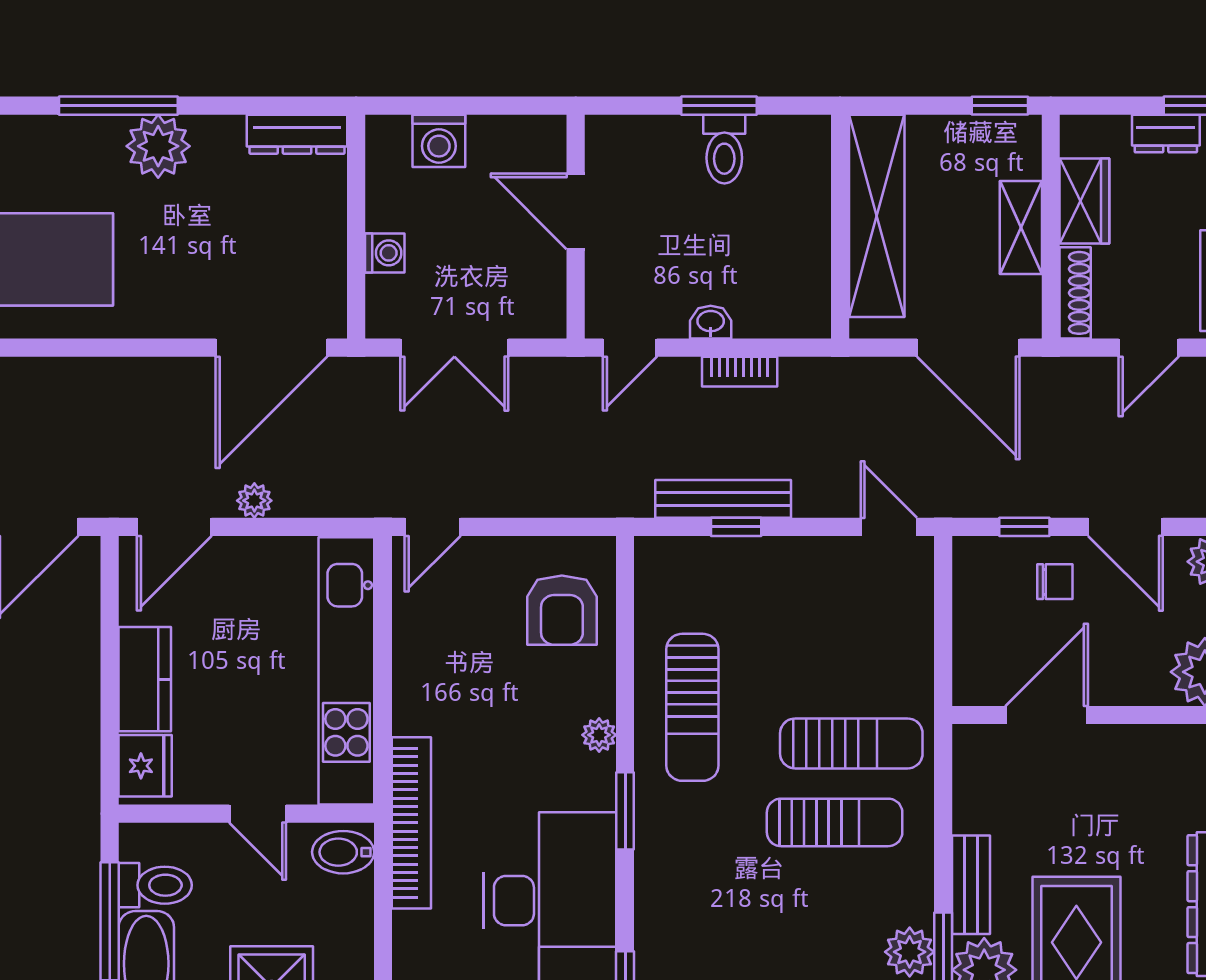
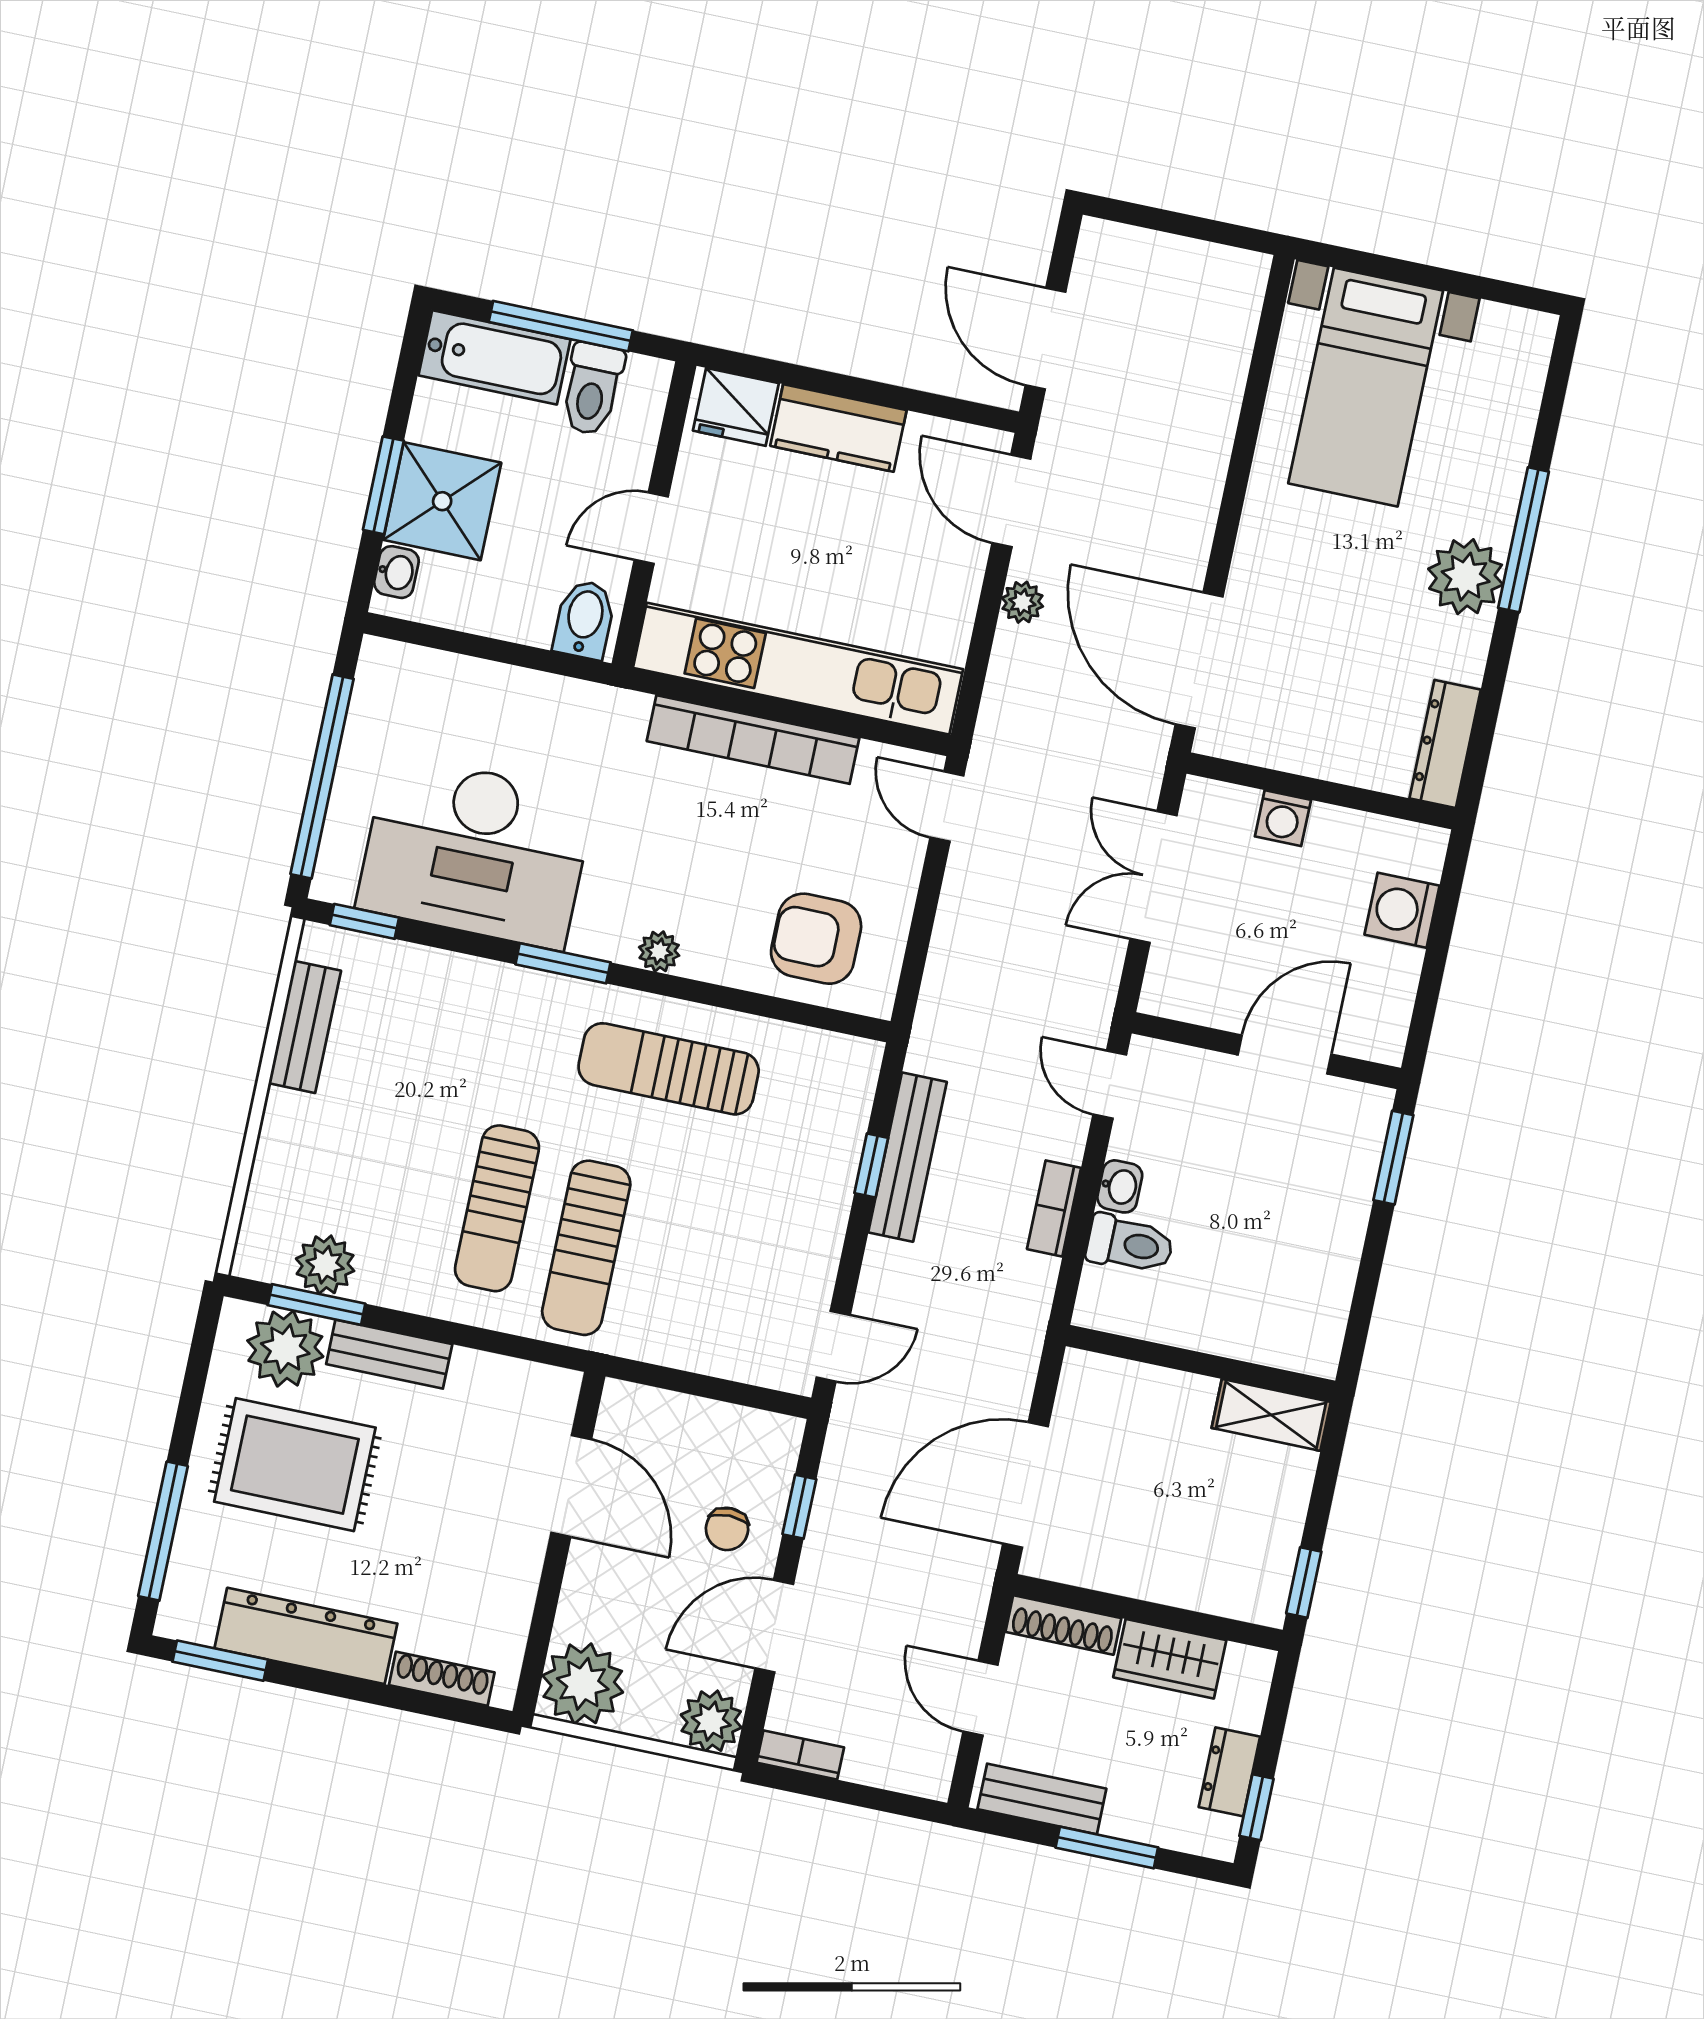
window: (719, 106) -> (1393, 1158), moved
toilet: (724, 149) -> (1130, 1244), moved, turned 180
shelving: (877, 216) -> (1271, 1415), width x0.45, depth x0.75
shelving: (1021, 227) -> (1154, 1577), removed
bookcase: (411, 823) -> (753, 740), moved

